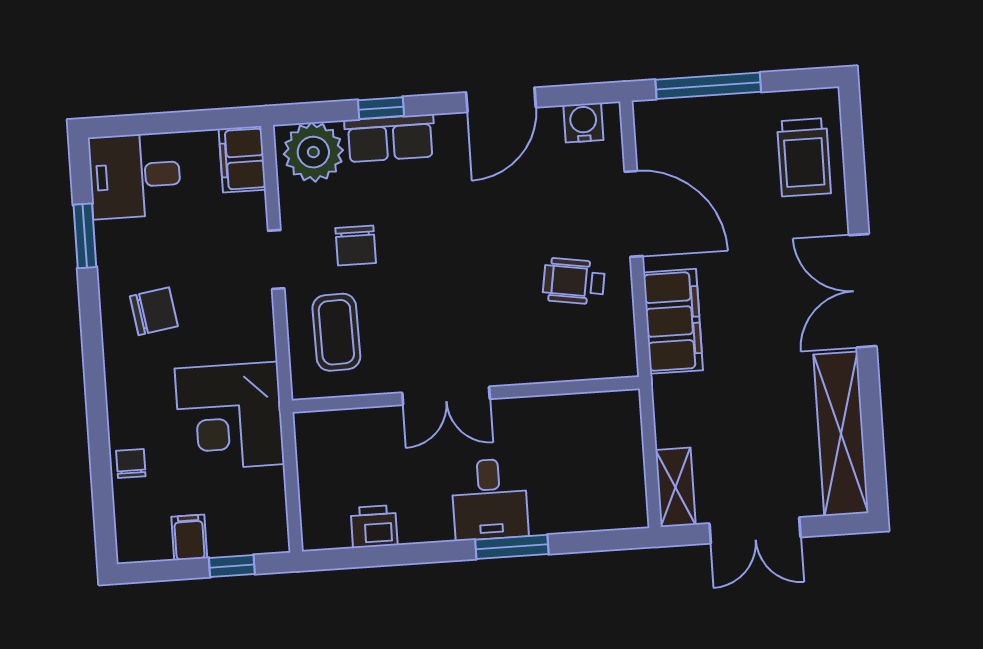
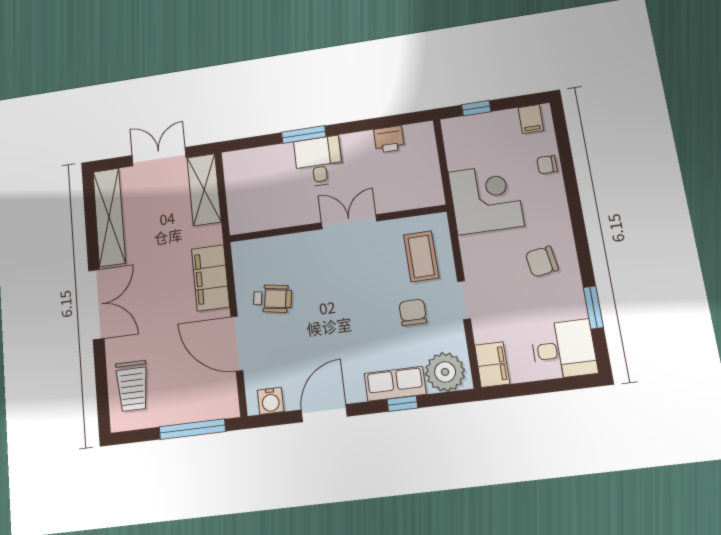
trolley: (804, 157) -> (132, 386), turned 180
chair: (131, 463) -> (547, 165), turned 90
shelving: (675, 487) -> (204, 190), width x1.50, depth x1.33
filing cabinet: (189, 537) -> (531, 119), moved

